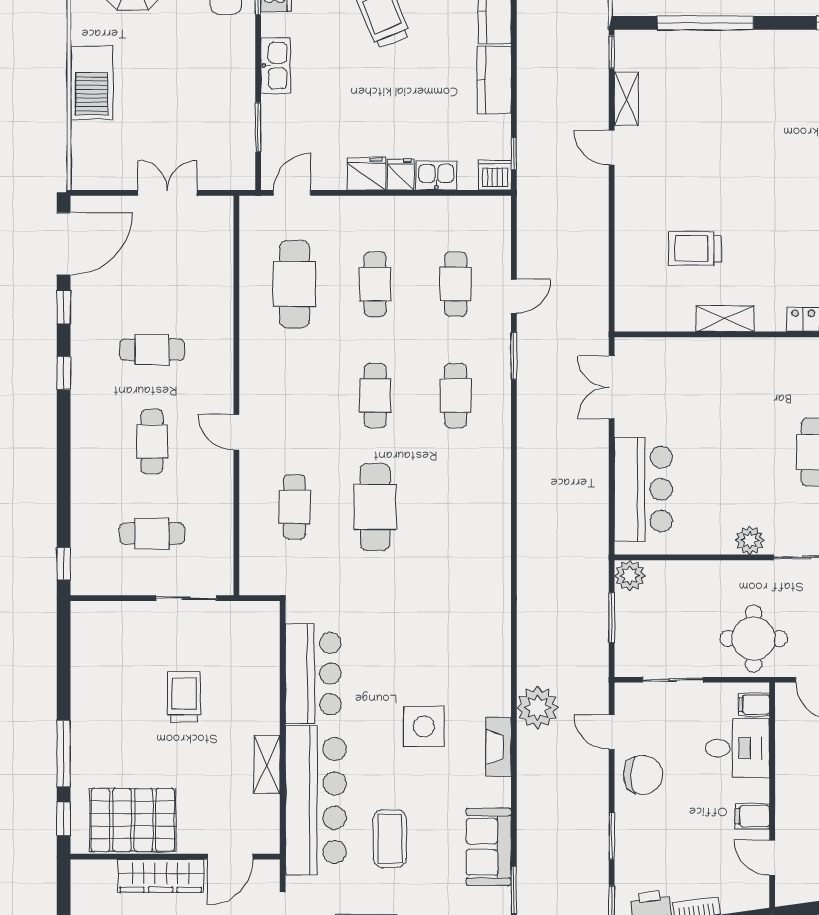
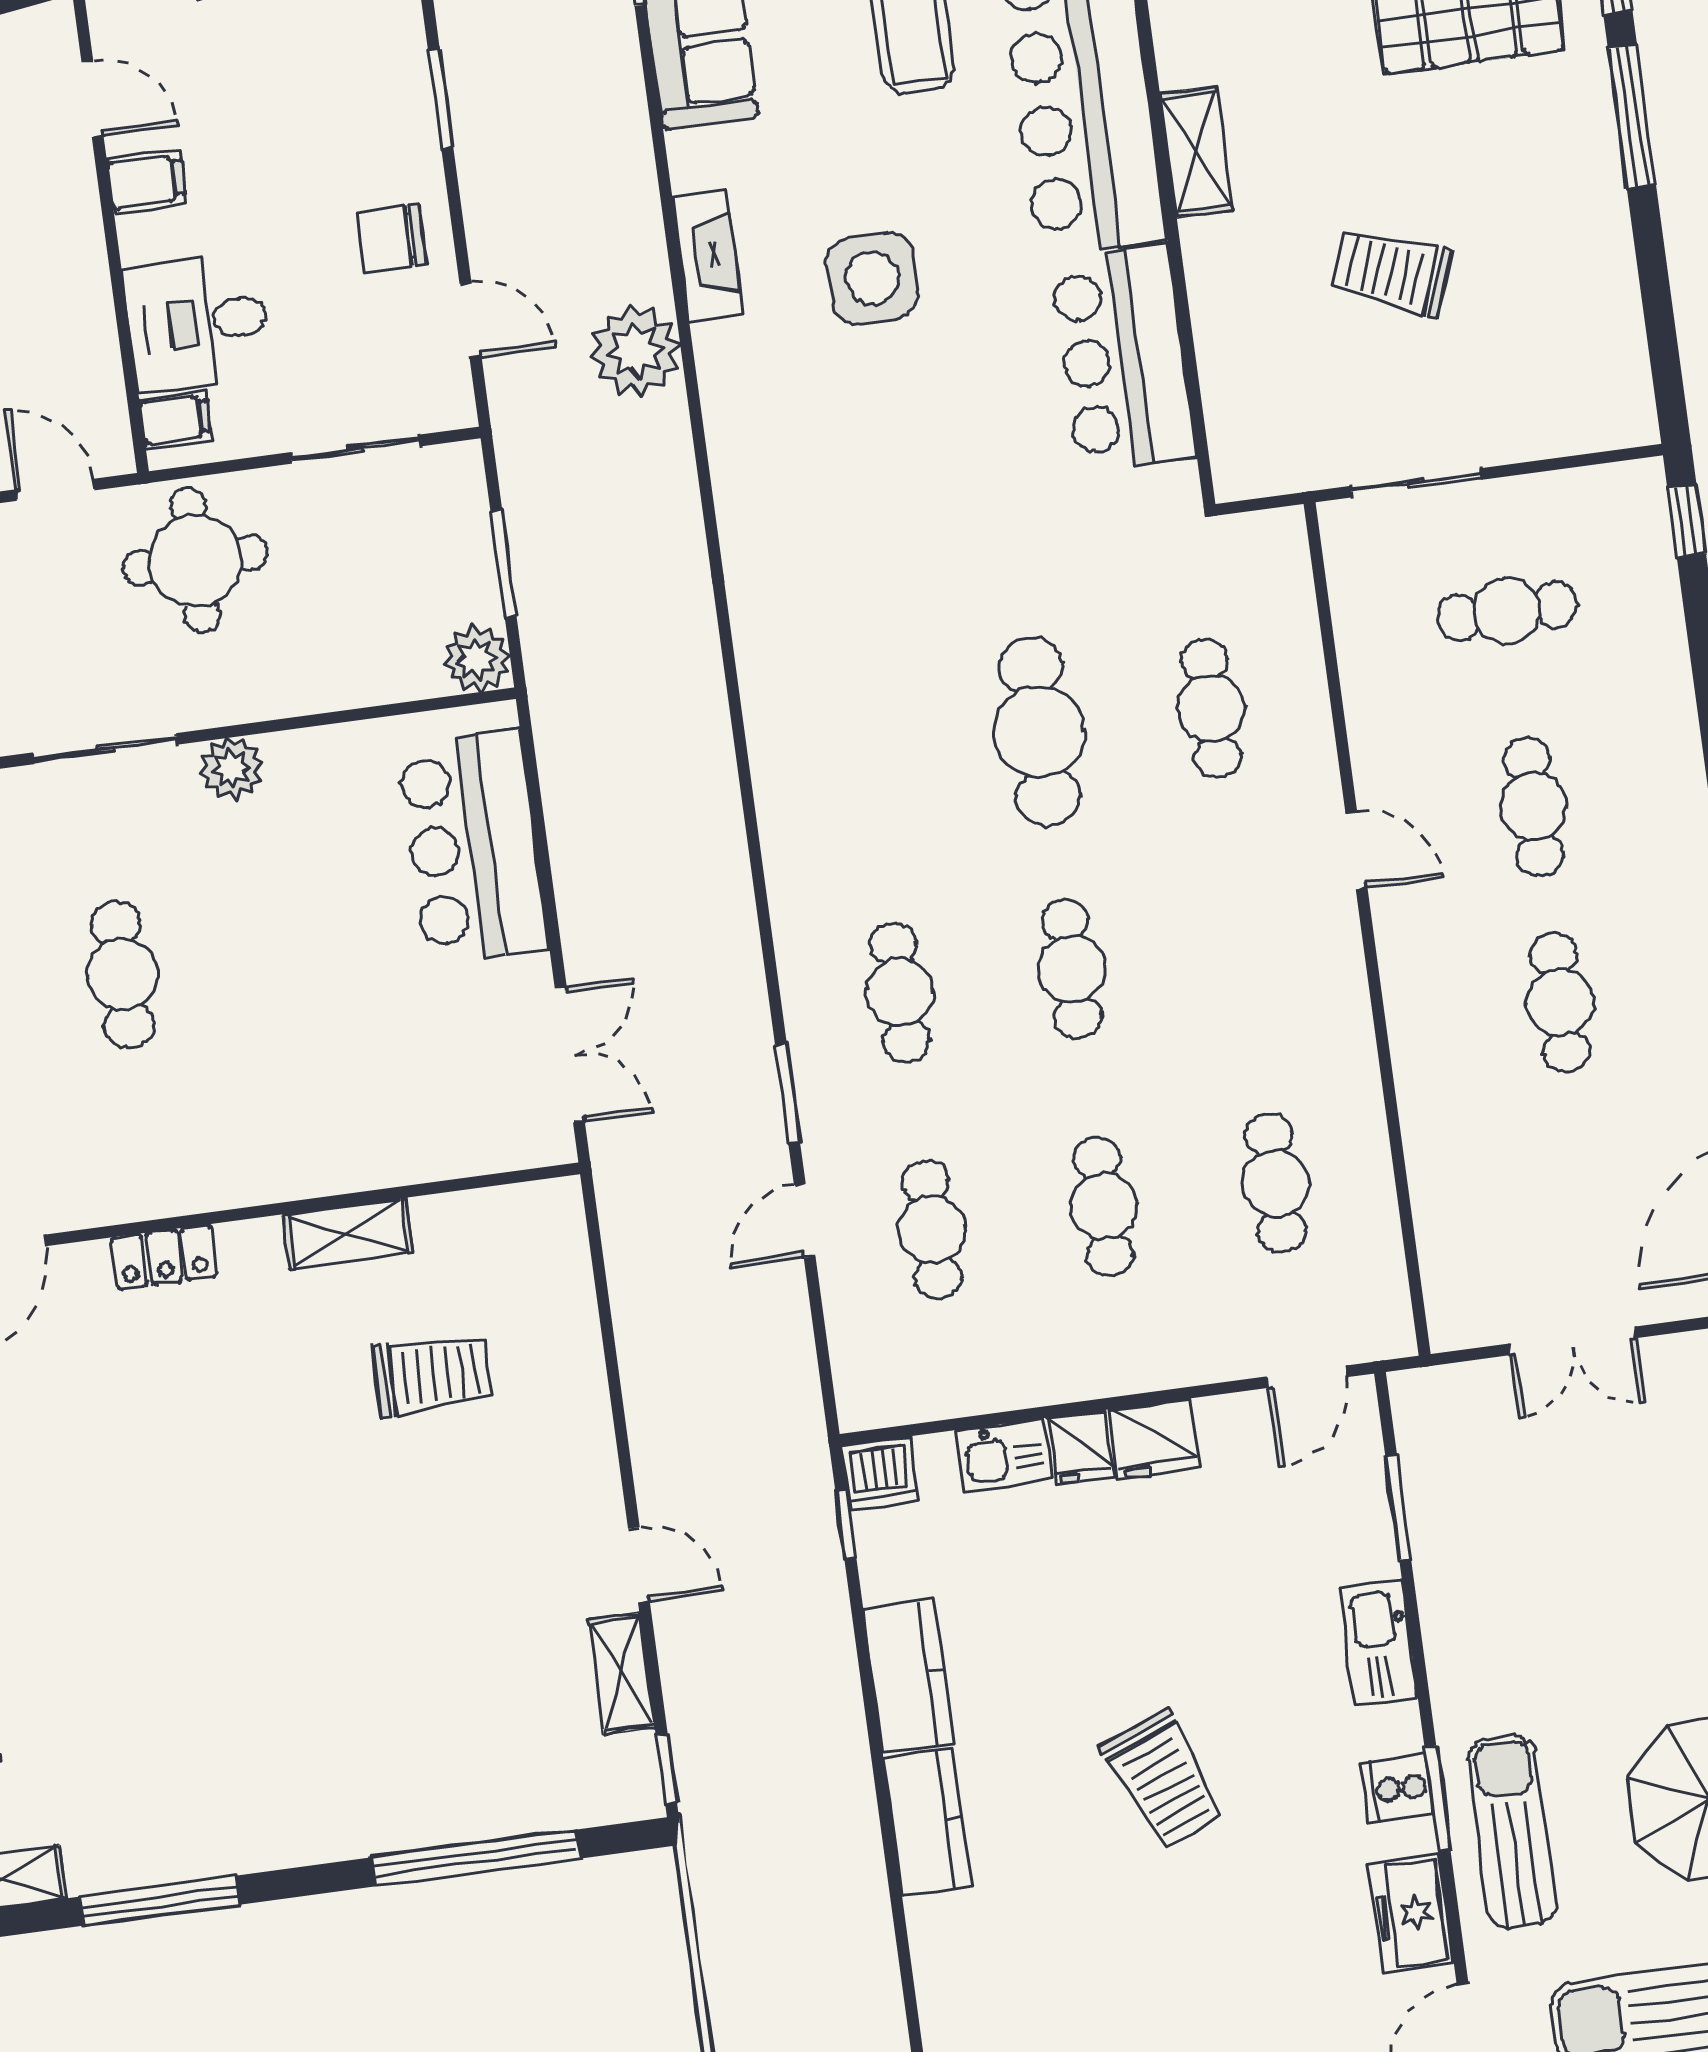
cafe table: (294, 284) -> (1275, 1183), width x0.73, depth x0.74
cafe table: (152, 350) -> (1560, 1003), turned 90
trolley: (184, 697) -> (1392, 272), turned 111
chair: (643, 775) -> (392, 238), width x0.73, depth x0.73

